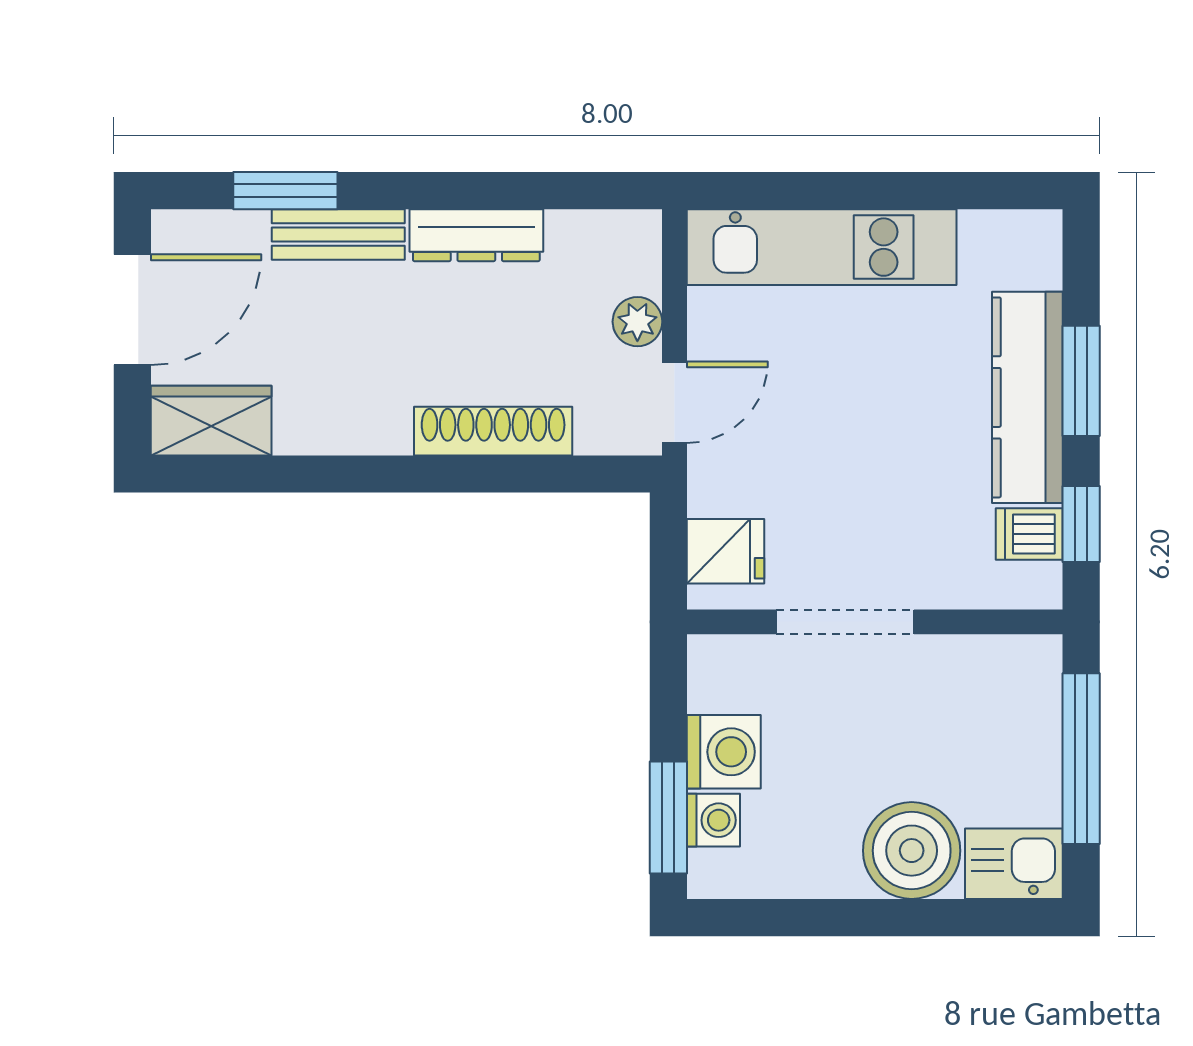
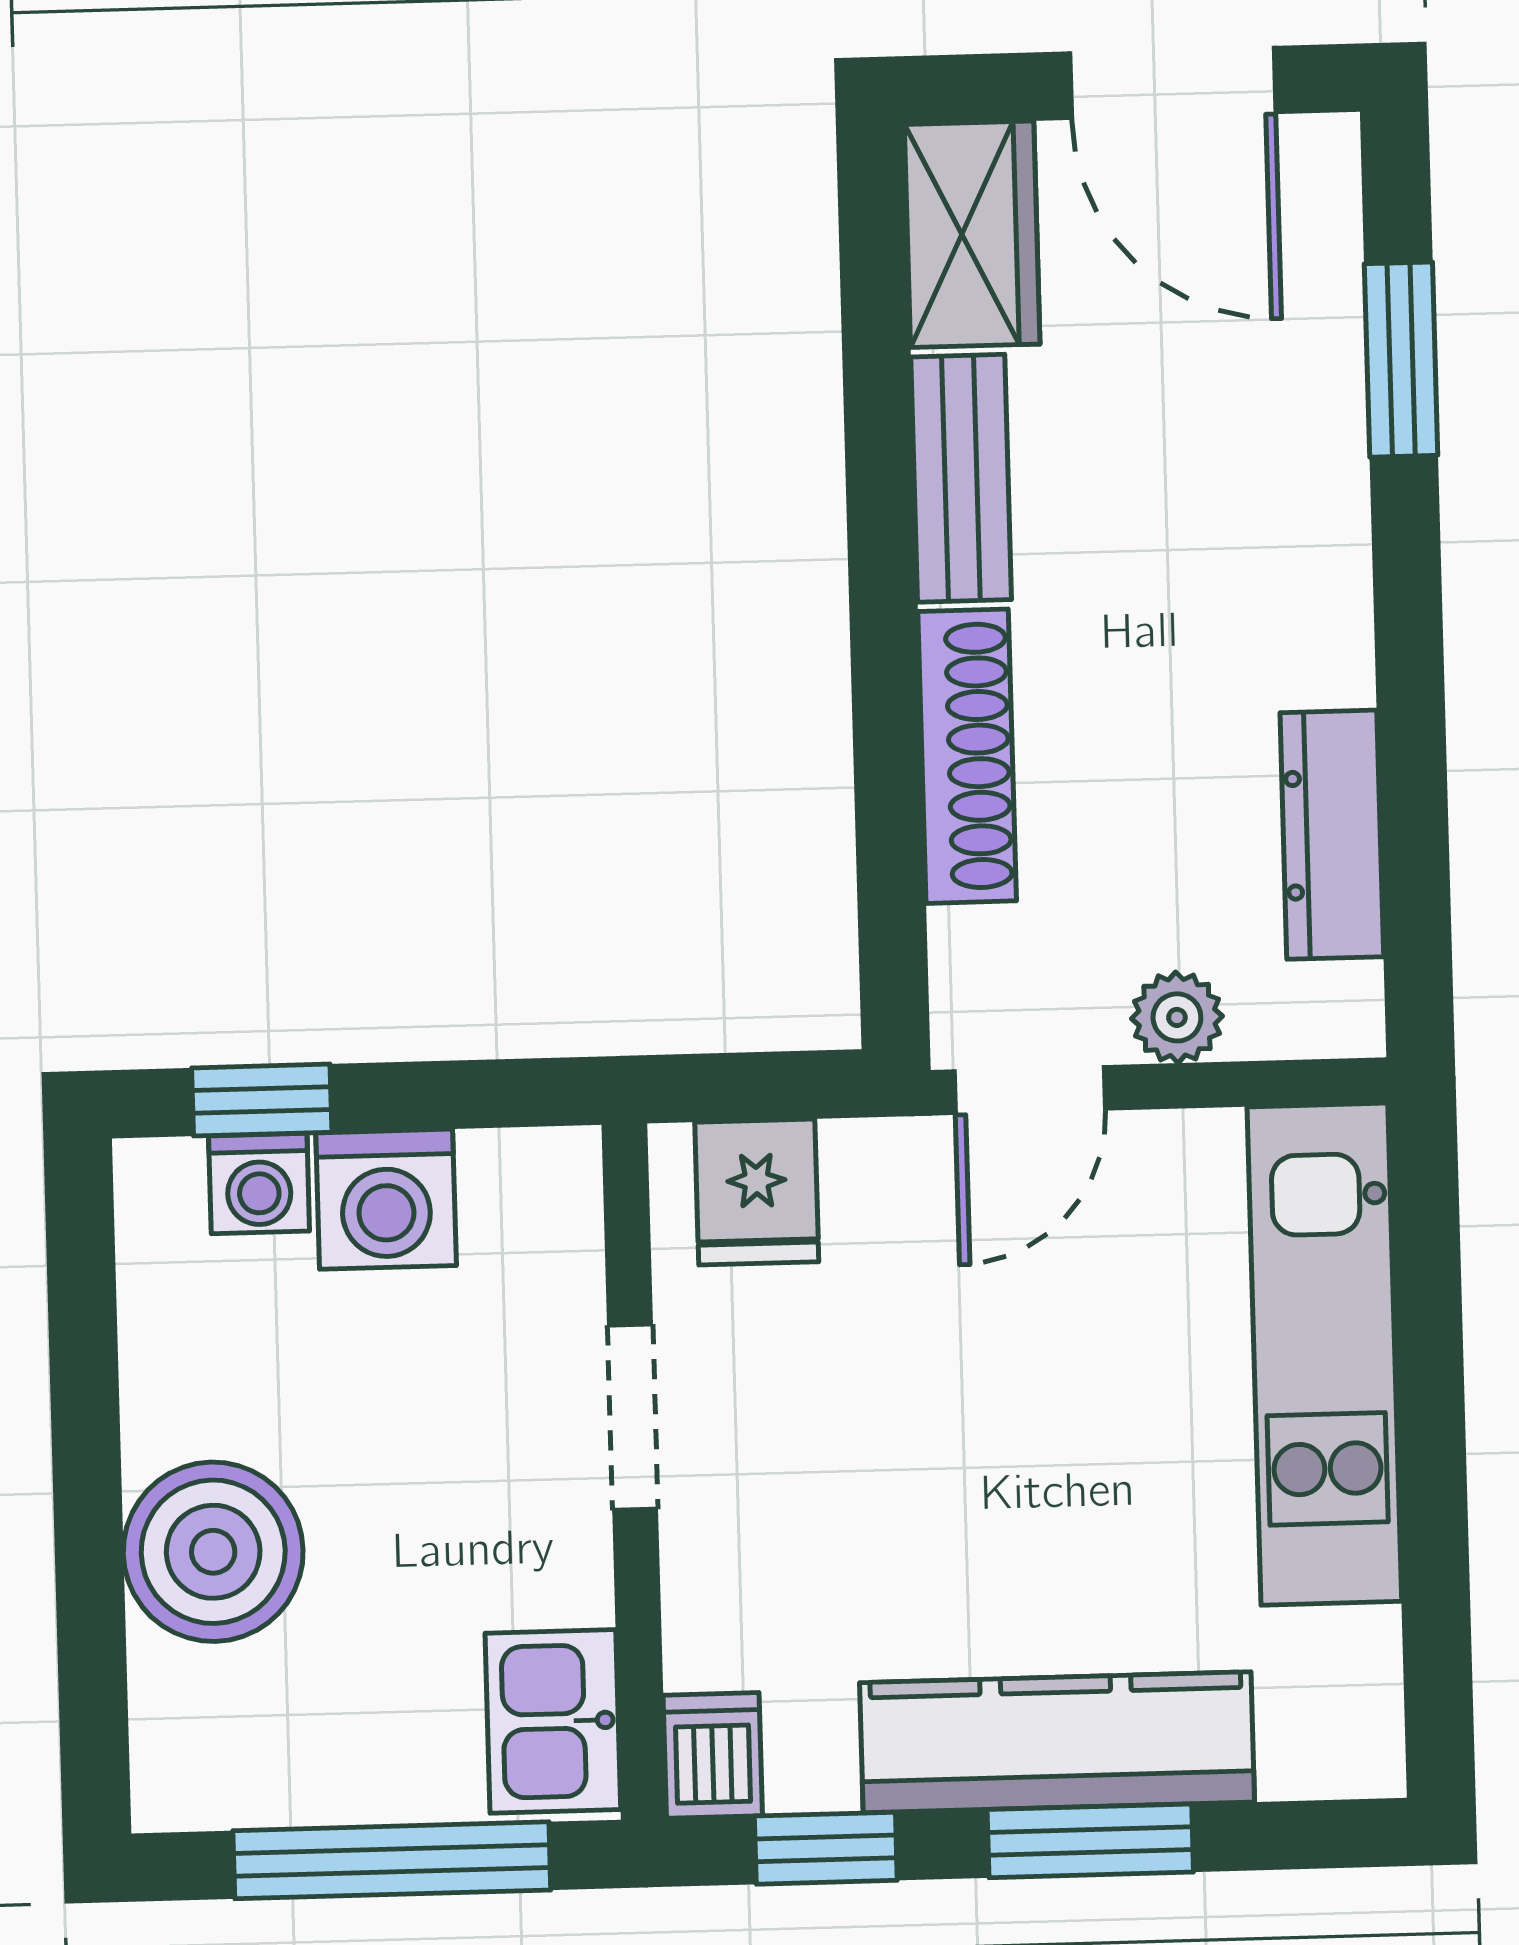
bench: (338, 234) -> (961, 478), moved
dresser: (476, 235) -> (1332, 835), moved
door: (674, 402) -> (1030, 1090), hinge flipped
dishwasher: (1029, 534) -> (713, 1755), moved
doorway: (845, 622) -> (633, 1417), width x0.73
window: (668, 817) -> (262, 1100), width x0.67
kitchen sink: (1014, 864) -> (553, 1721), moved, turned 180

